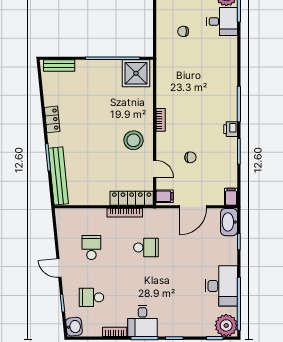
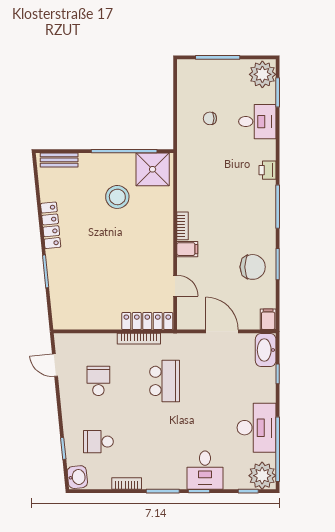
desk: (222, 22) -> (257, 122), moved
locker: (52, 119) -> (51, 225), width x1.53
printer: (231, 129) -> (268, 170), moved
stool: (133, 140) -> (117, 197), moved
chair: (190, 157) -> (253, 267), moved, width x1.87, depth x1.87
bench: (58, 176) -> (58, 294), removed
filing cabinet: (165, 196) -> (187, 249), moved
door: (193, 207) -> (222, 331), swing flipped
school desk: (146, 247) -> (165, 381), width x1.85
door: (59, 268) -> (55, 365), moved
desk: (143, 321) -> (205, 470), moved

